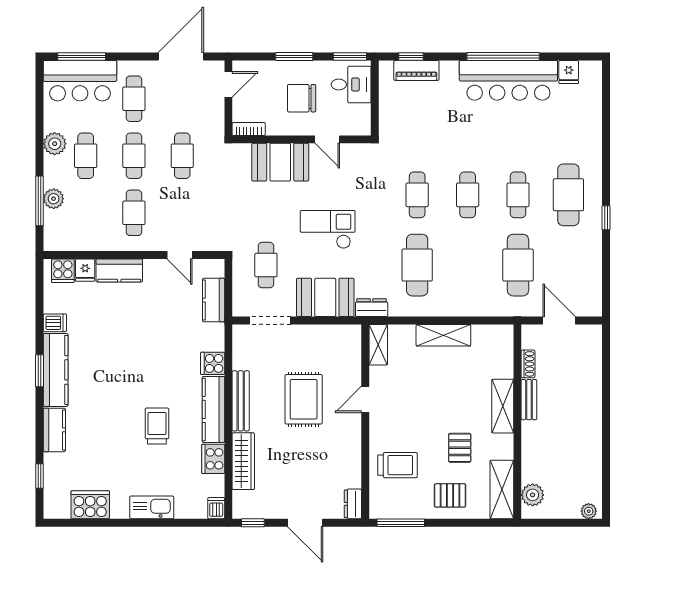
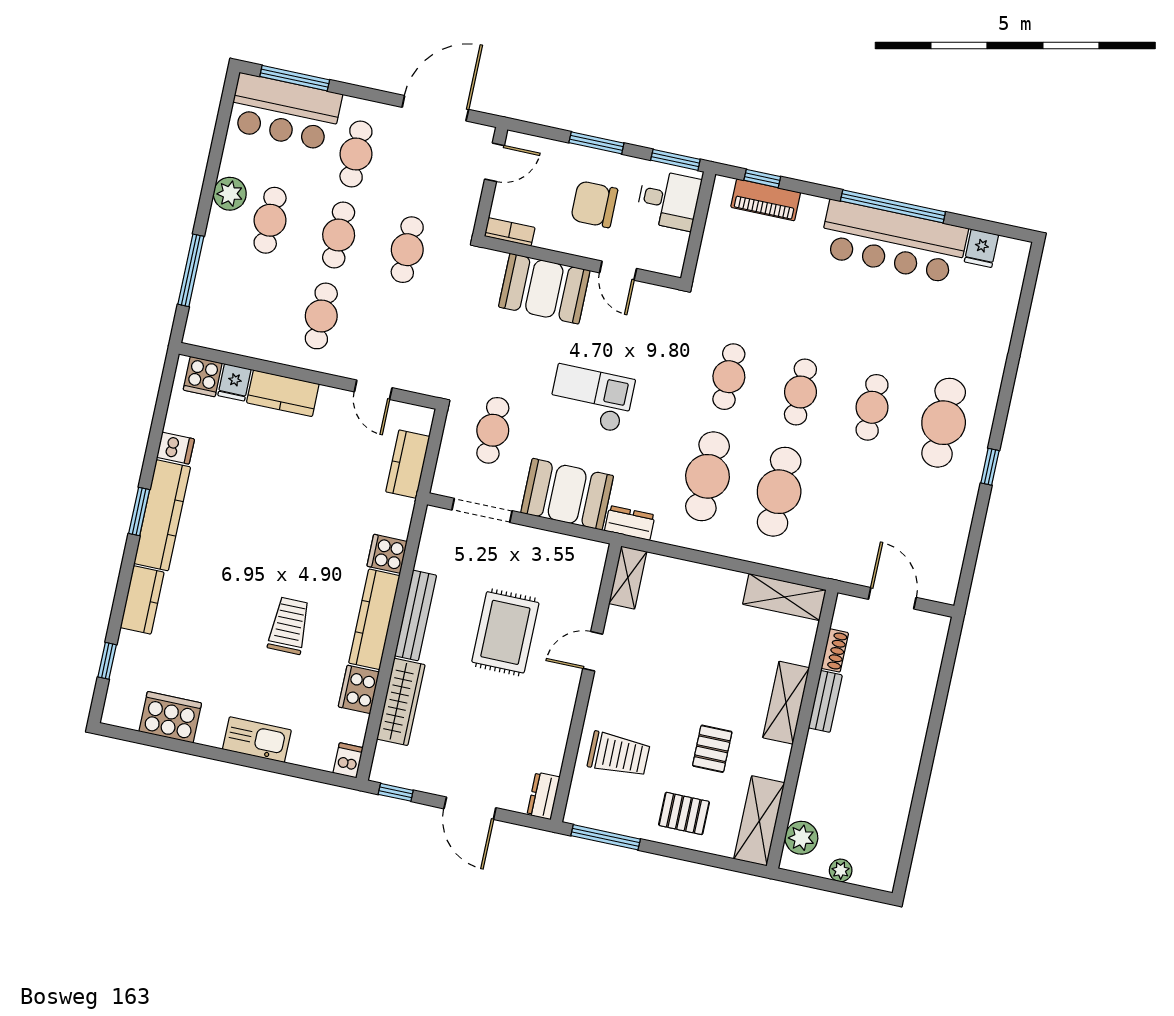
plant: (54, 199) -> (211, 271), removed
cafe table: (518, 265) -> (779, 492), moved
shelving: (443, 335) -> (784, 597), moved
plant: (589, 511) -> (841, 870), moved

